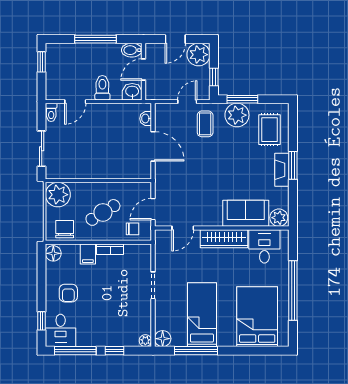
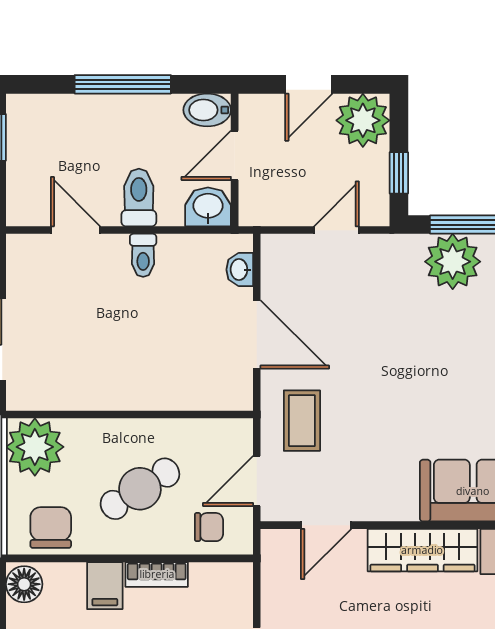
door: (75, 102) -> (76, 230), swing flipped
toilet: (51, 112) -> (143, 255), moved
coffee table: (205, 124) -> (302, 421), moved

